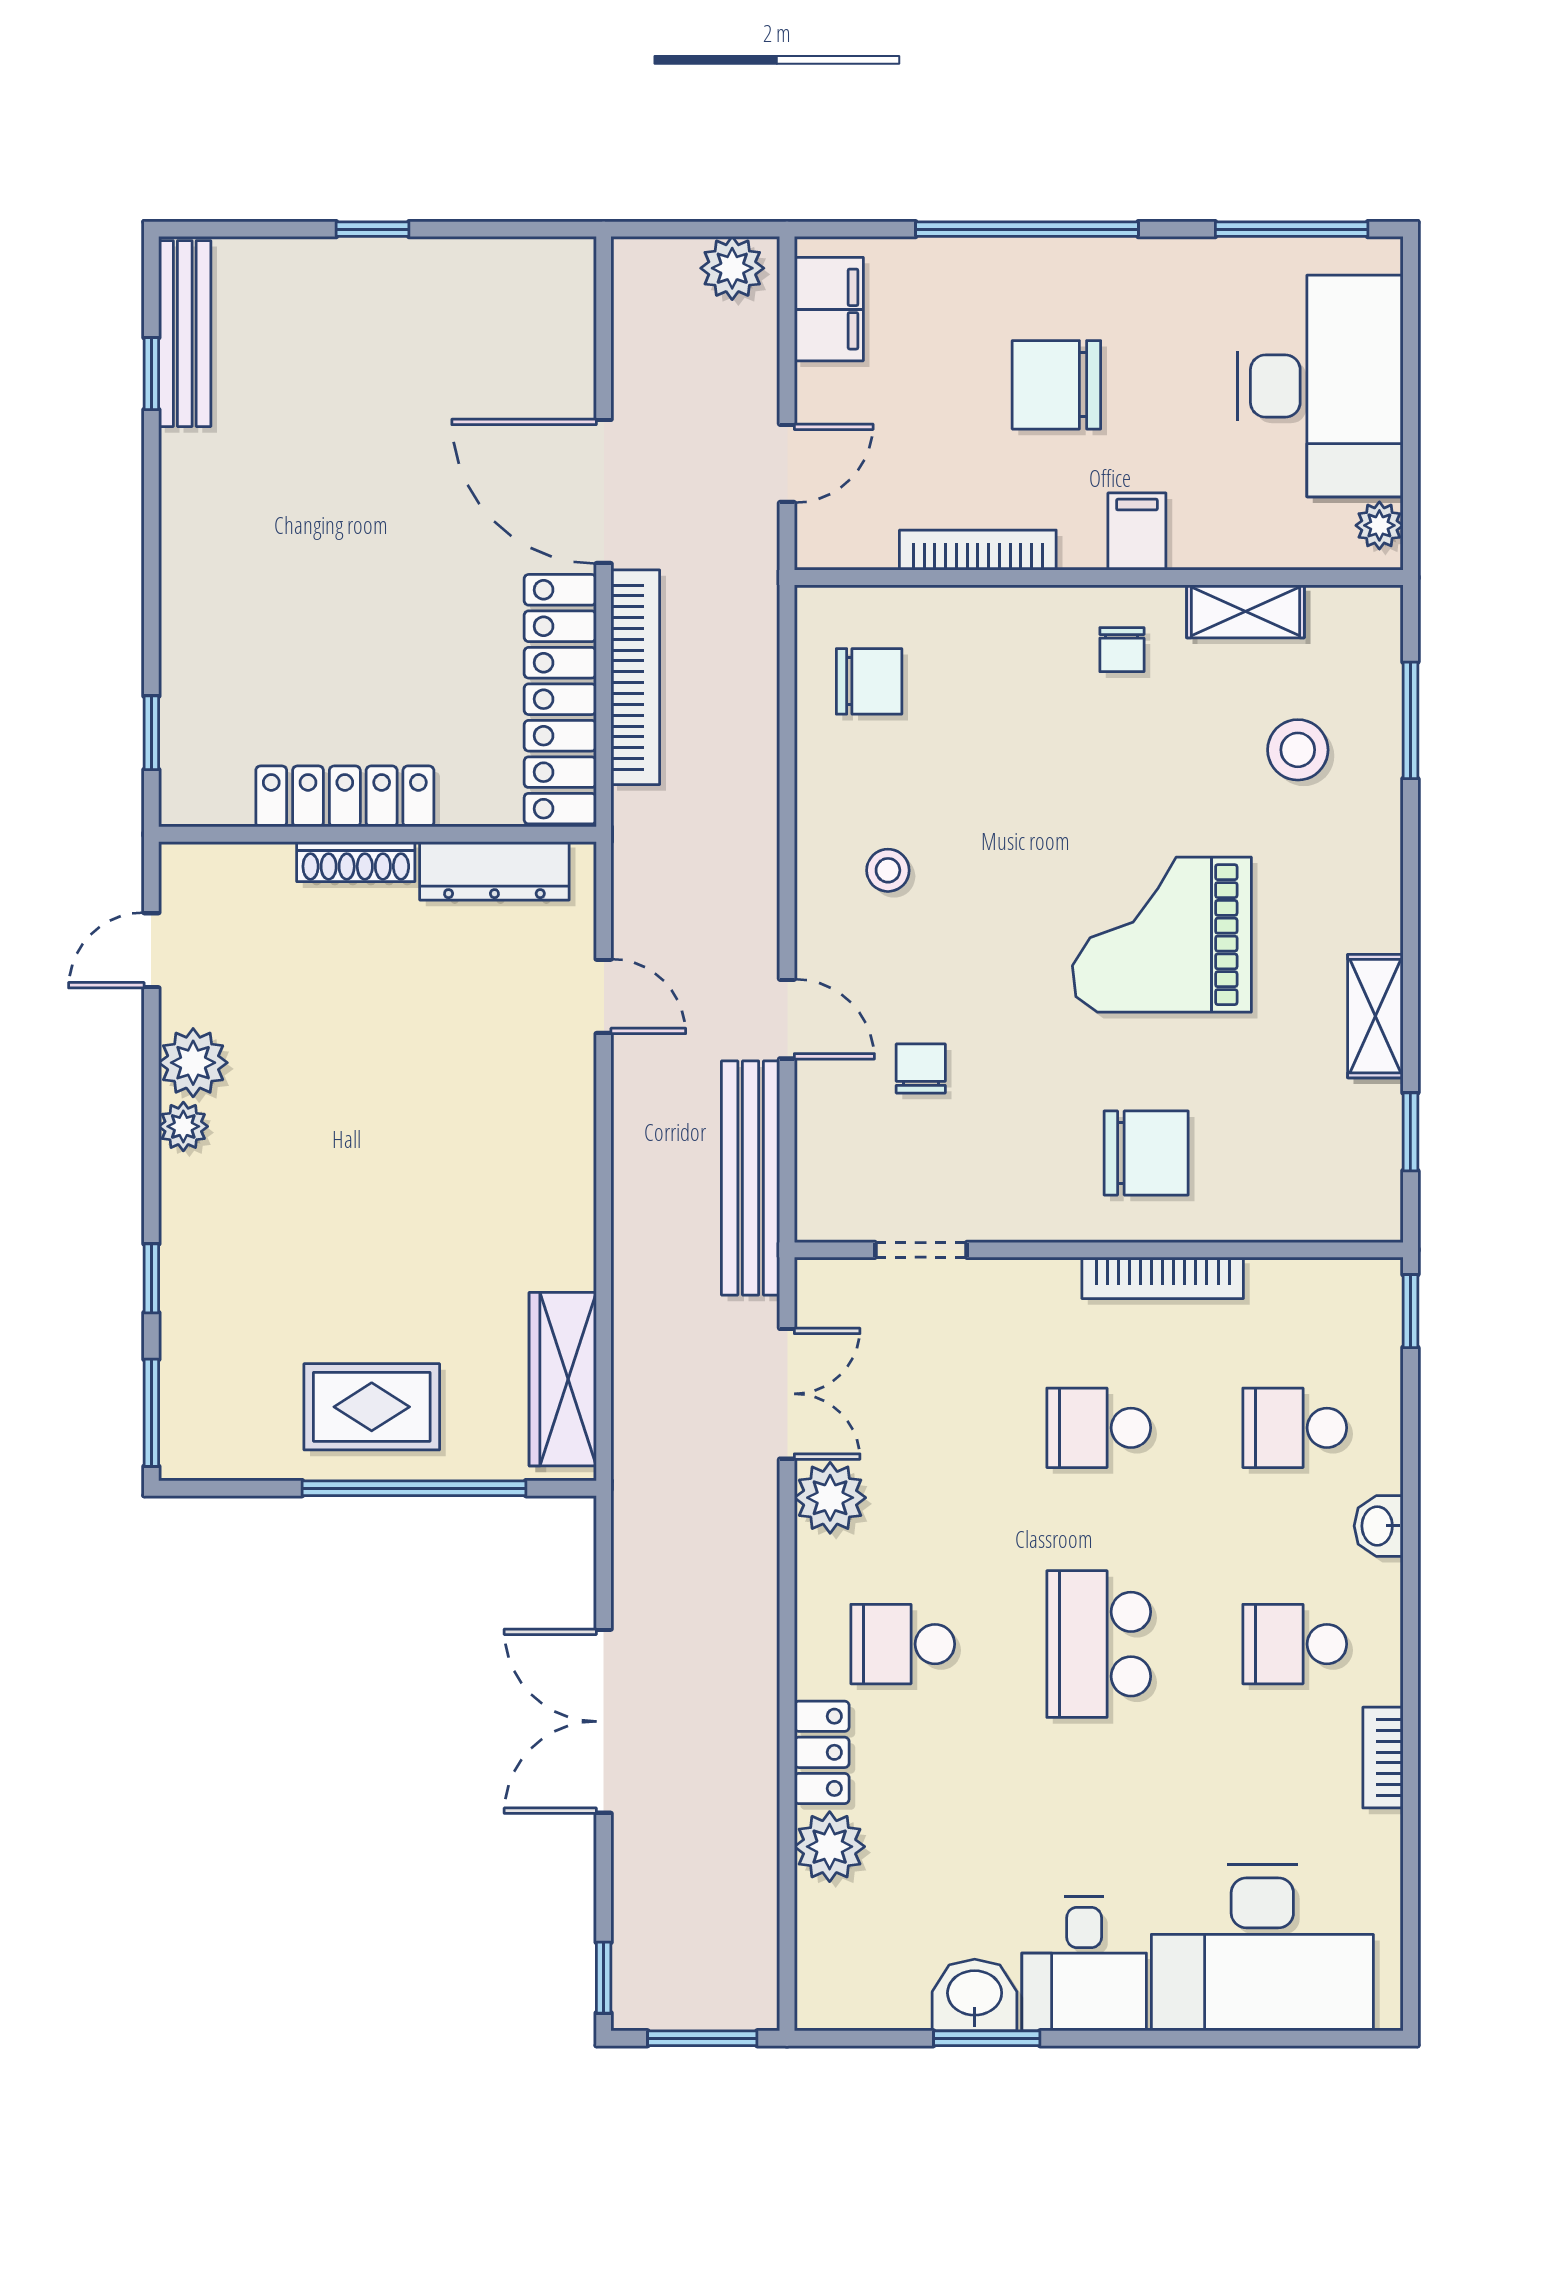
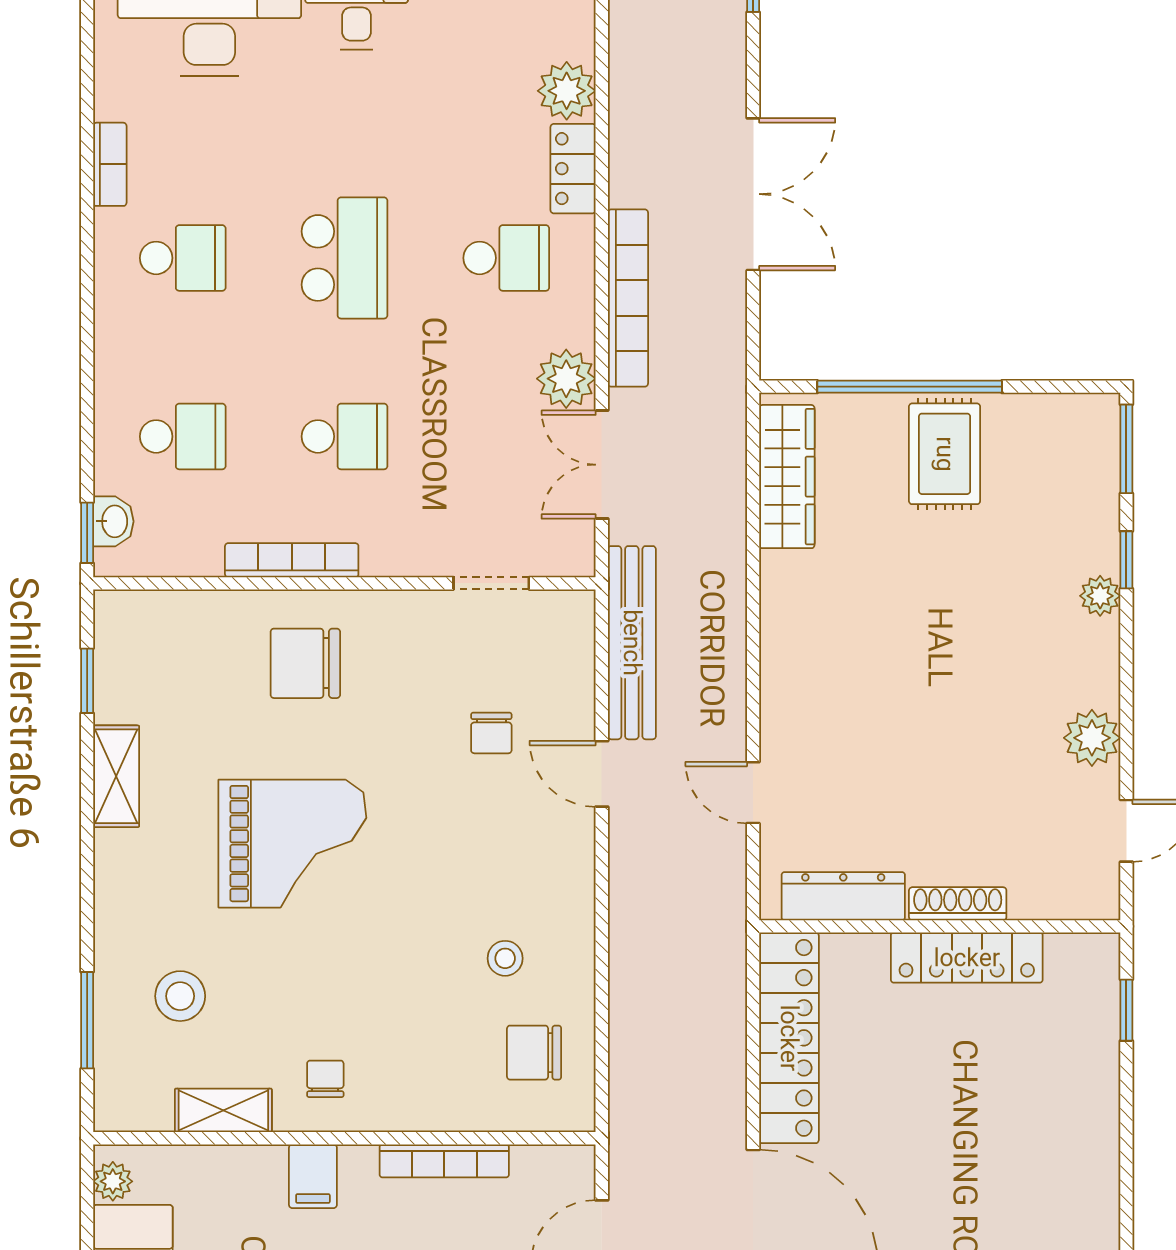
bookcase: (635, 677) -> (628, 298), moved, turned 180
stool: (888, 870) -> (505, 958), moved
plant: (183, 1126) -> (1100, 596), moved
rug: (372, 1407) -> (945, 454), turned 90
washbasin: (1379, 1526) -> (113, 521), moved

